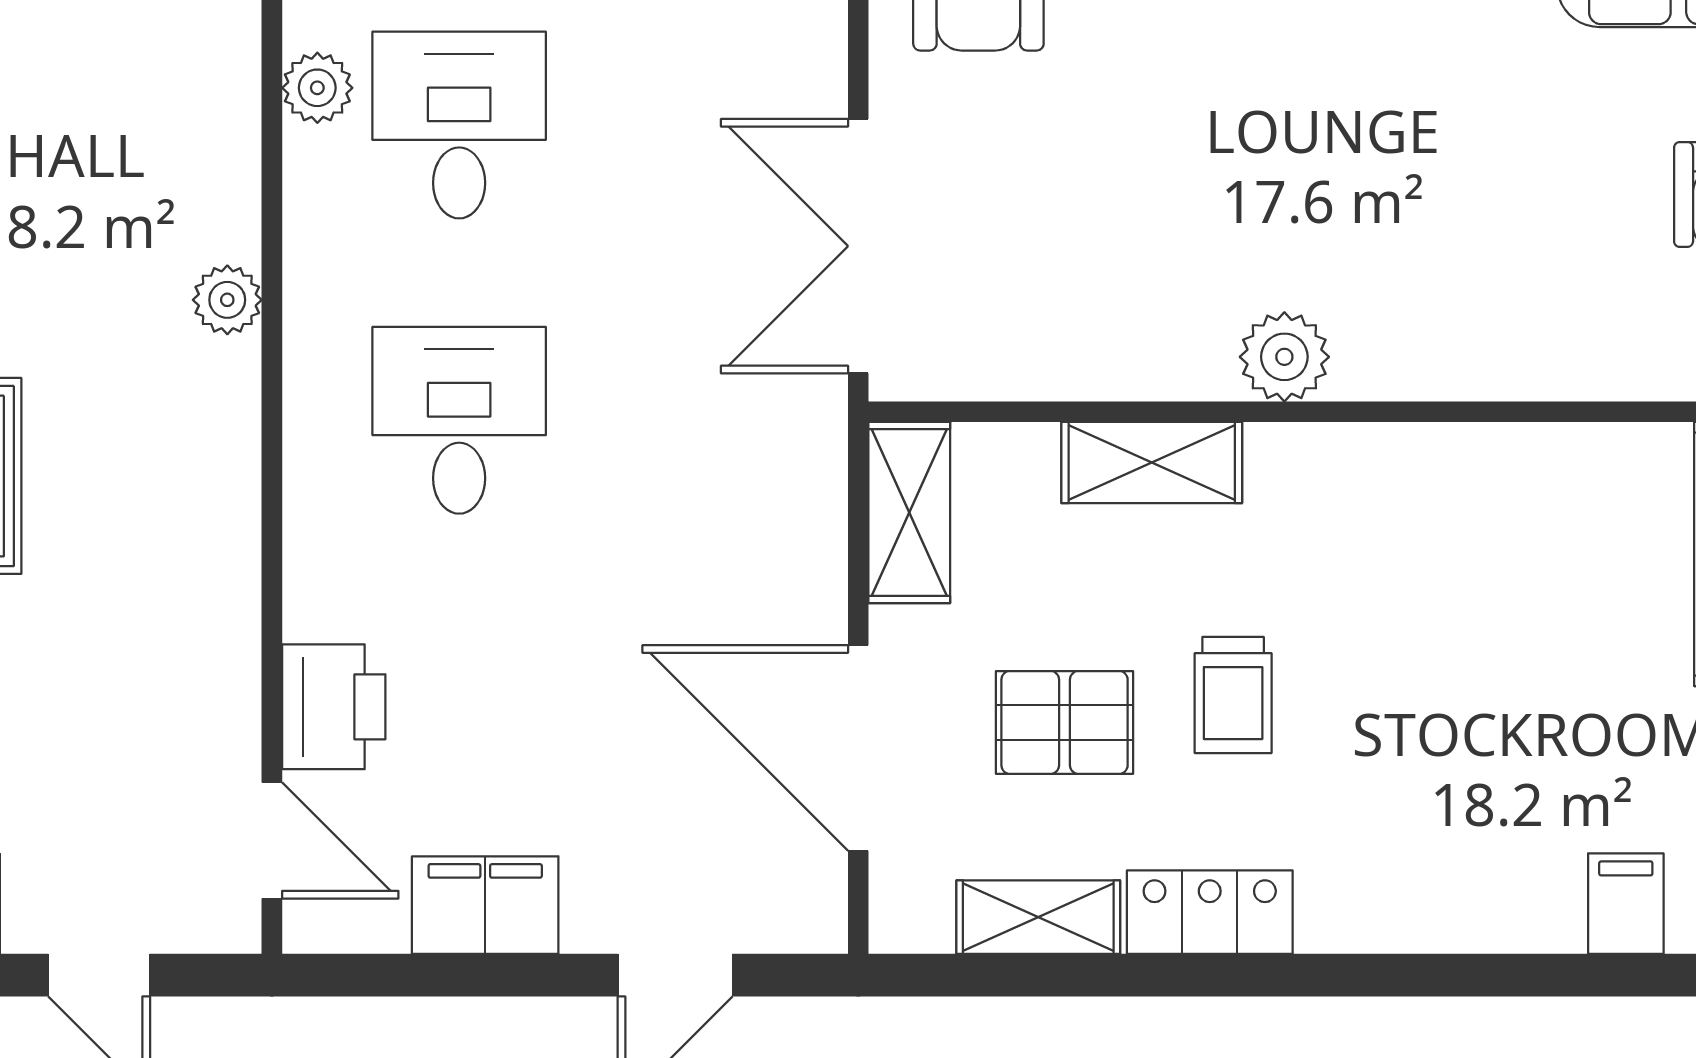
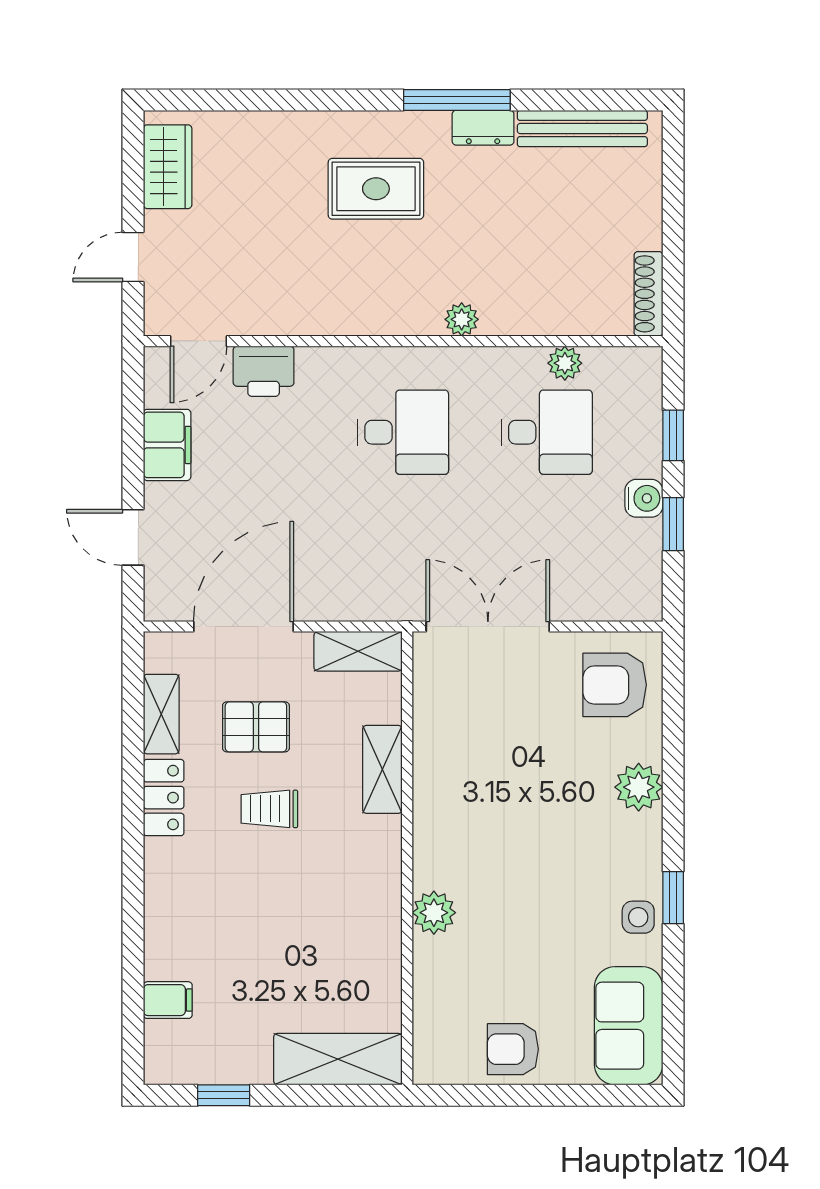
plant: (1284, 357) -> (434, 913), moved
pallet: (1065, 722) -> (256, 727), turned 90

